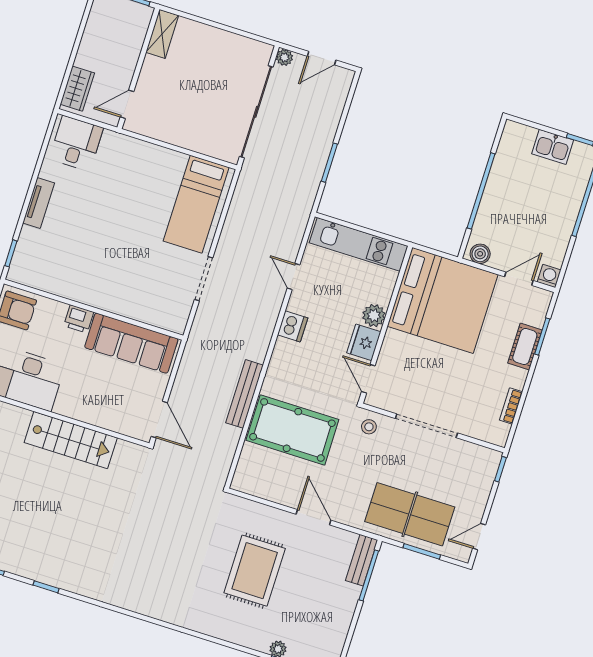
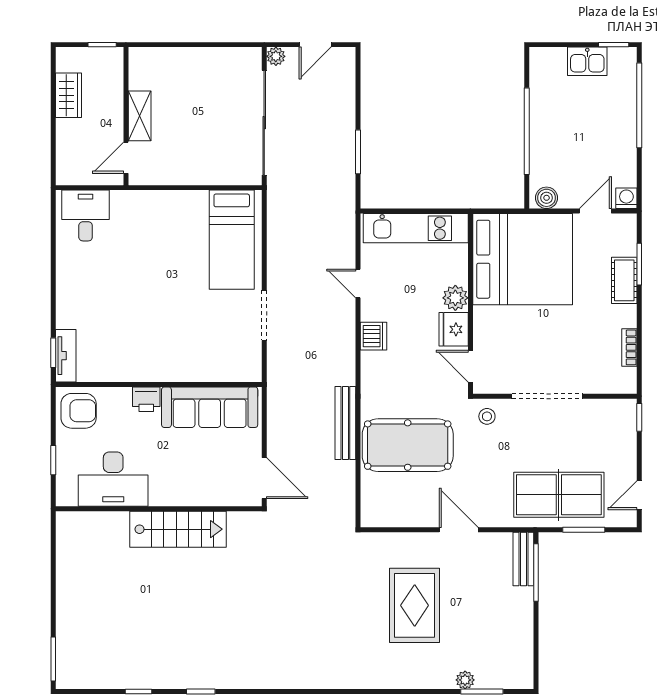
shelving: (162, 34) -> (140, 116), moved
wardrobe: (77, 89) -> (69, 95), moved
tv unit: (39, 203) -> (66, 356), moved

